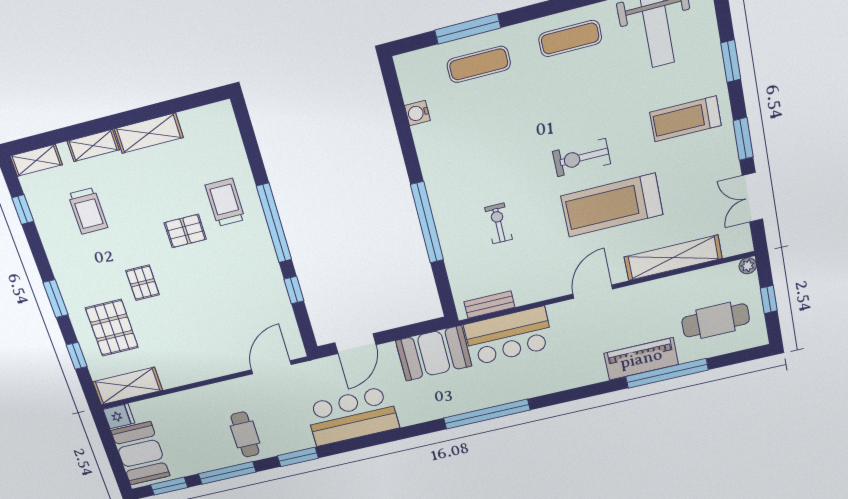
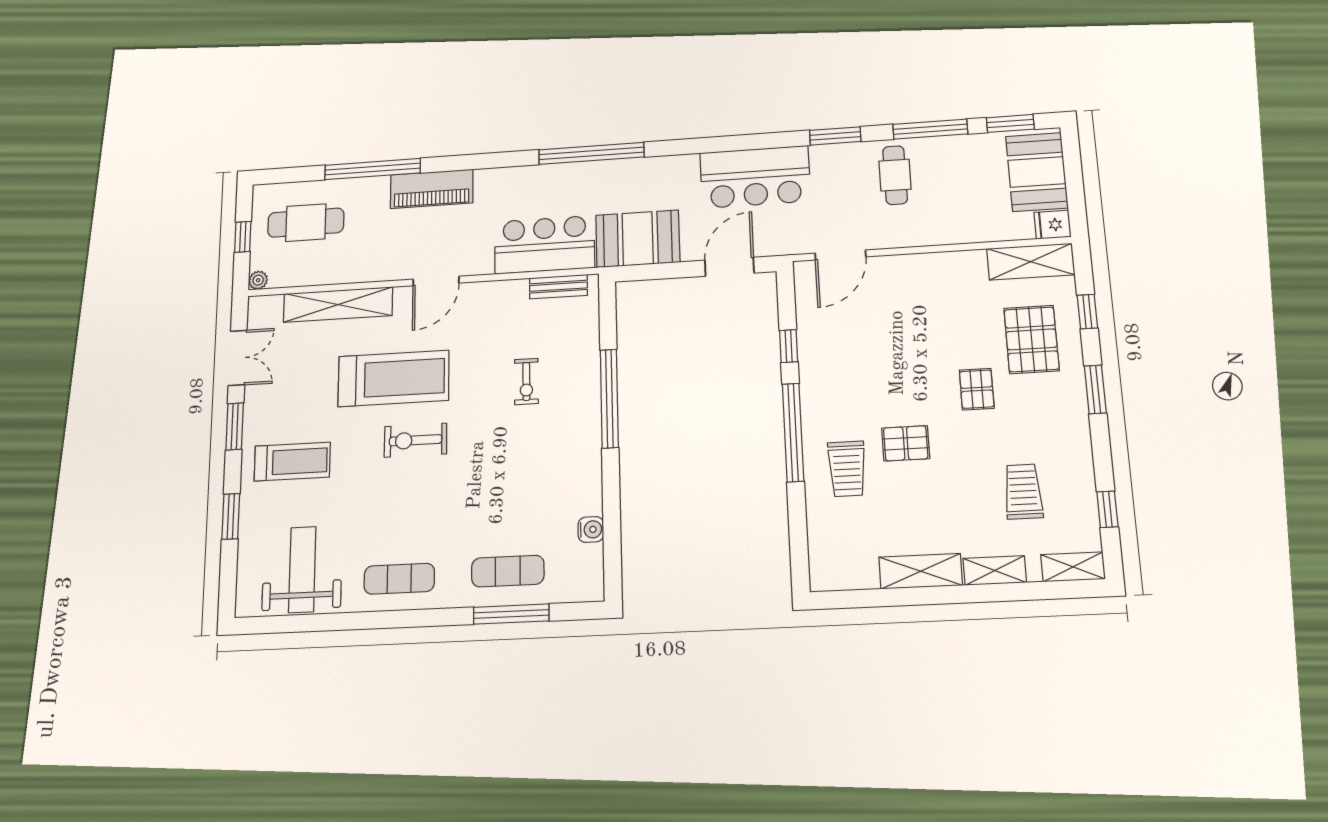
exercise bike: (582, 158) -> (415, 440), turned 180
piano: (641, 359) -> (432, 189), moved

